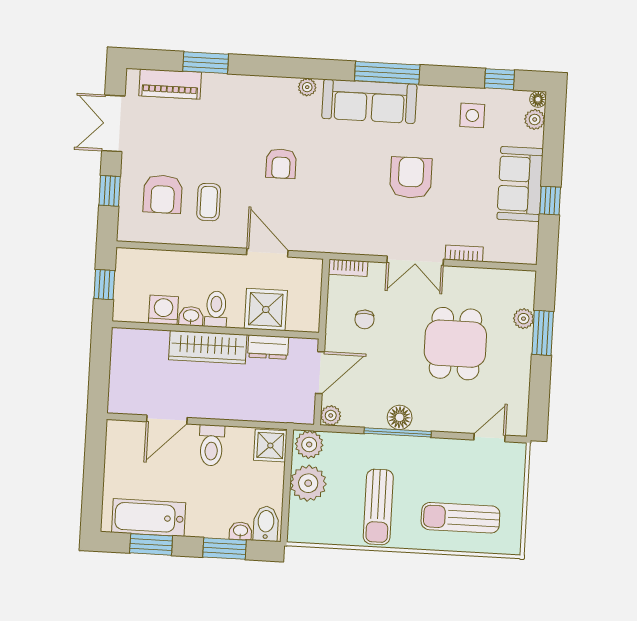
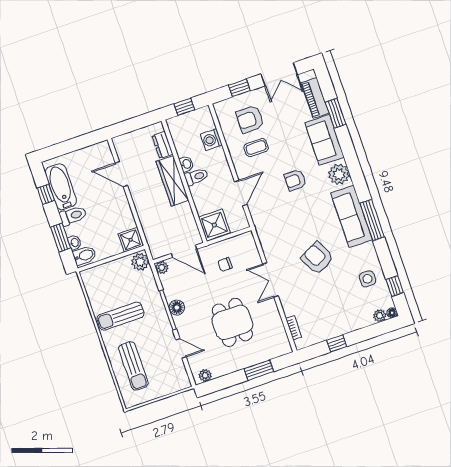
plant: (307, 87) -> (339, 174), width x1.88, depth x1.88
double door: (113, 123) -> (279, 74), swing flipped
armchair: (411, 178) -> (317, 258), turned -117
sofa: (520, 184) -> (324, 140), moved, turned -90
bookcase: (464, 253) -> (294, 328), moved
bookcase: (348, 268) -> (251, 243), removed
shower: (266, 309) -> (214, 225), moved
washing machine: (163, 310) -> (211, 140), moved, turned 180
plant: (524, 319) -> (205, 375), moved
dining table: (455, 344) -> (232, 322), turned 90
dresser: (268, 347) -> (162, 145), moved
door: (490, 438) -> (181, 348), moved
toilet: (211, 445) -> (73, 216), moved, turned 180
plant: (308, 483) -> (118, 270), removed
sun lounger: (460, 518) -> (133, 366), turned 180
window: (151, 544) -> (46, 194), width x0.67

